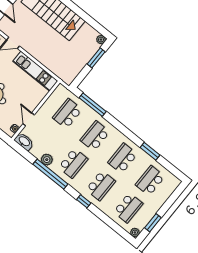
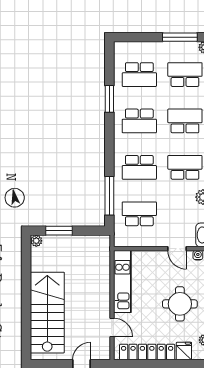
school desk: (67, 114) -> (139, 214), turned 180
door: (29, 119) -> (177, 249), hinge flipped
window: (153, 223) -> (180, 37), width x1.44

